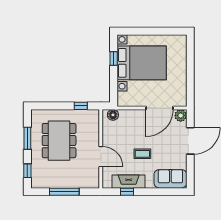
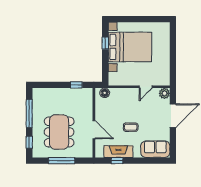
door: (159, 108) -> (146, 87), width x0.53
window: (27, 138) -> (29, 113), width x1.44
dining table: (59, 141) -> (59, 132), moved

